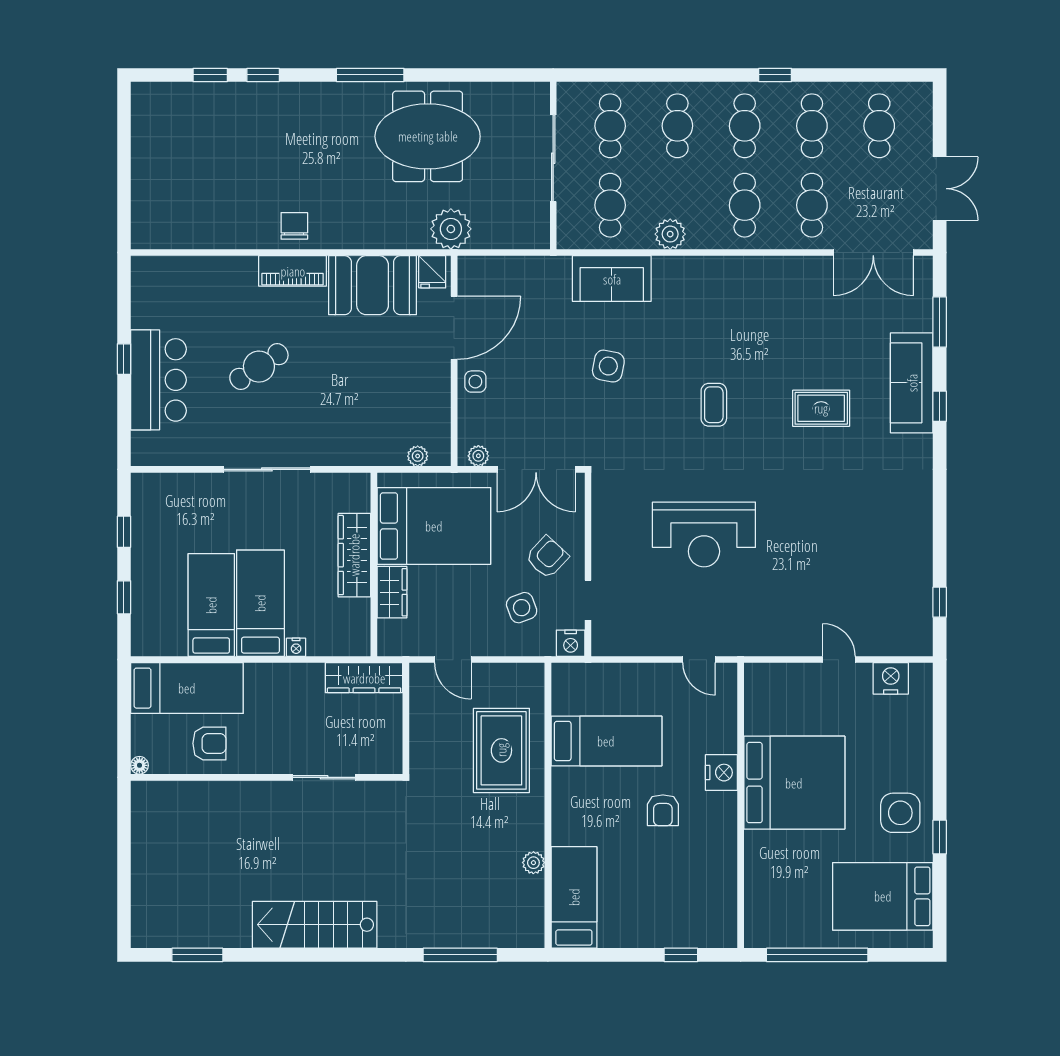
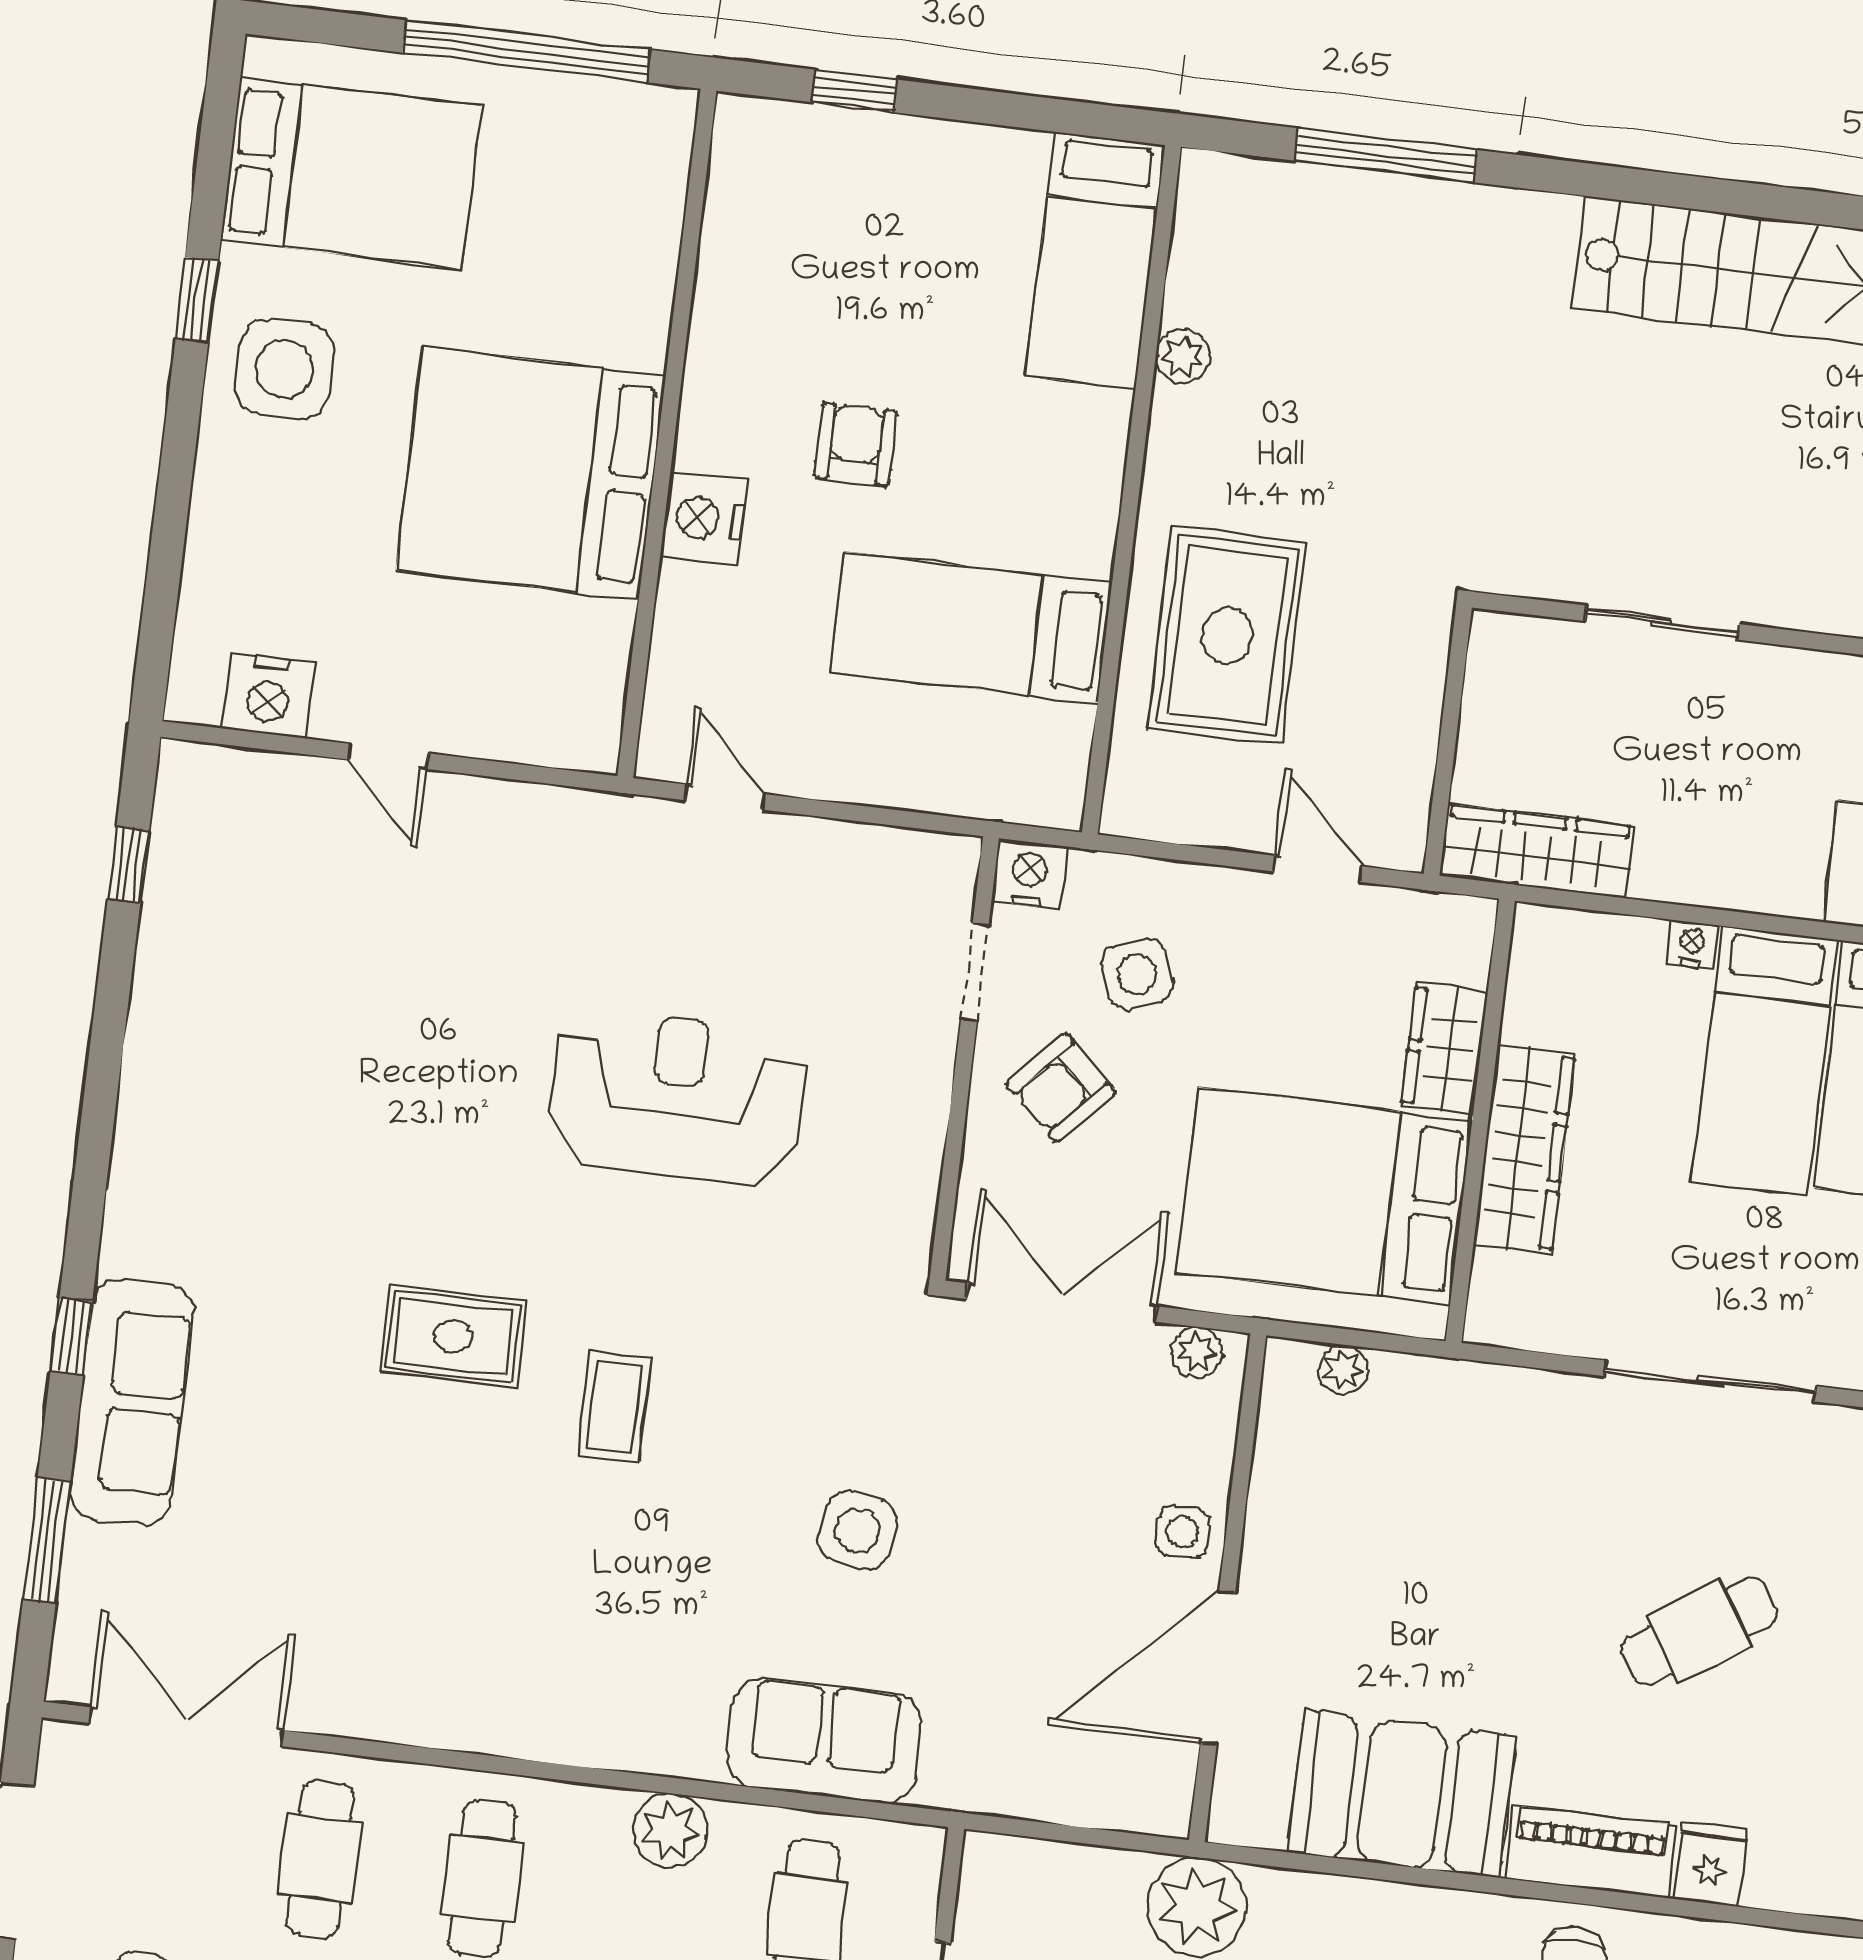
fridge: (432, 272) -> (1710, 1864), moved
rug: (821, 408) -> (453, 1336), moved

